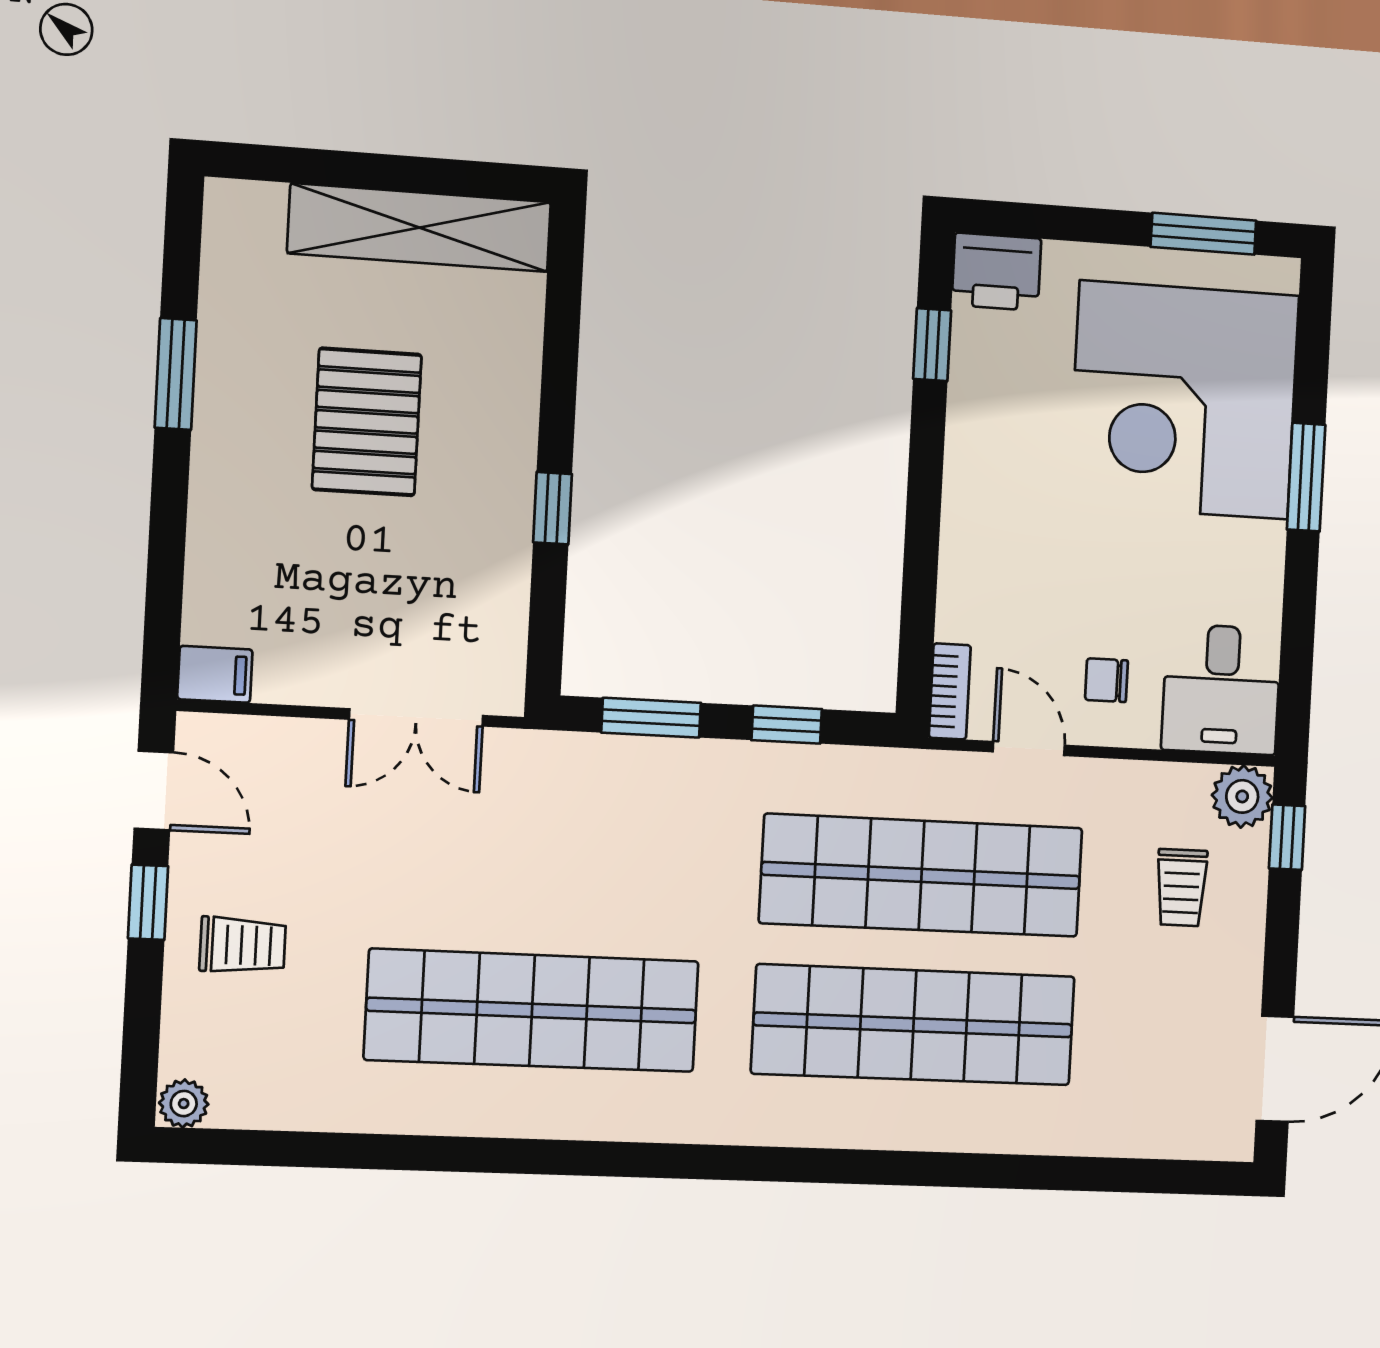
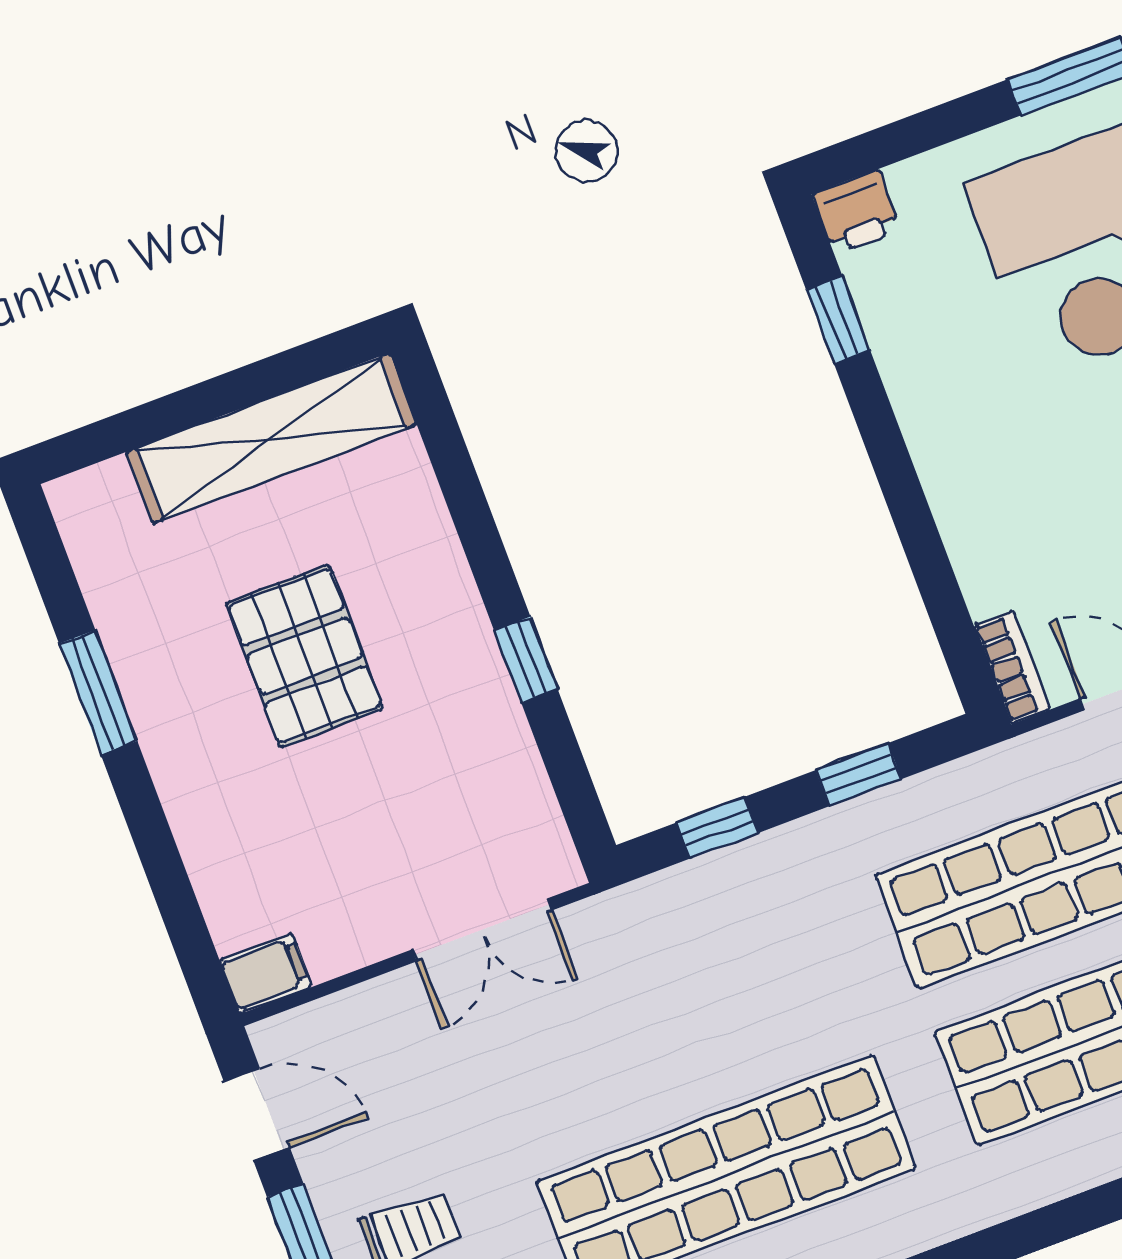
printer: (996, 272) -> (857, 212), width x0.73, depth x0.81
window: (651, 718) -> (717, 828), width x0.67

